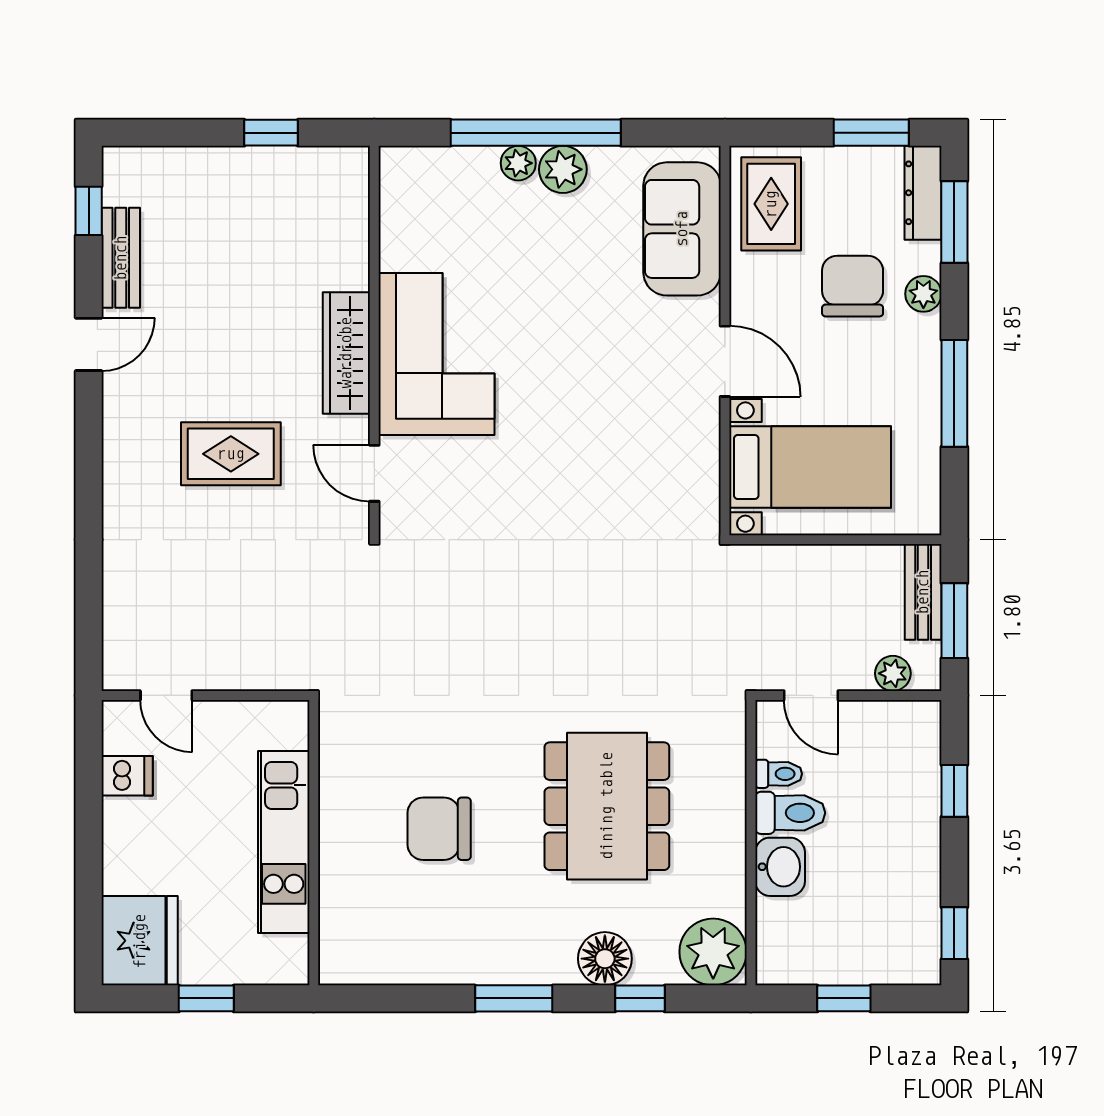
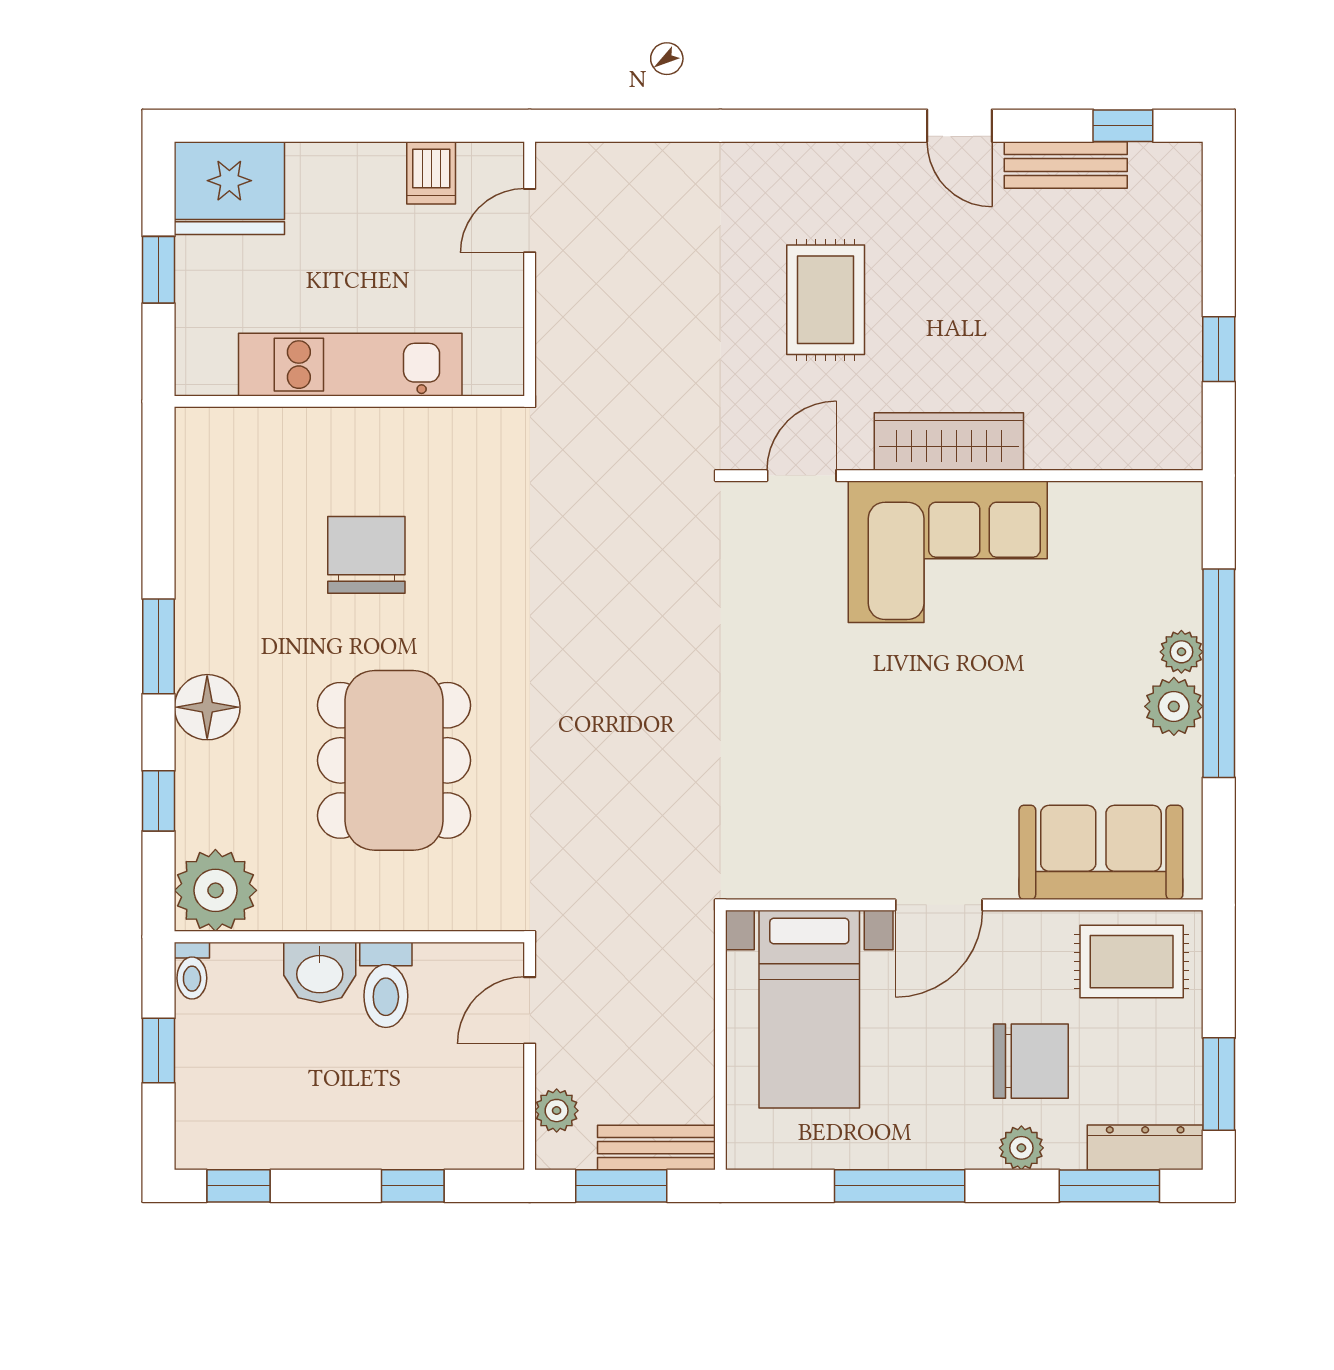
toilet: (779, 774) -> (192, 971), moved
dining table: (607, 806) -> (394, 760), turned 90
floor lamp: (605, 959) -> (207, 707), moved

